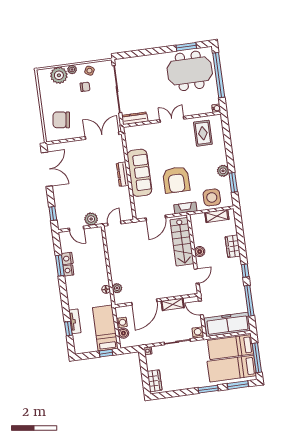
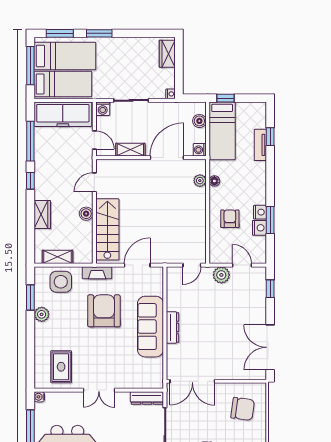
armchair: (90, 262) -> (230, 219), added
washing machine: (122, 322) -> (200, 150), moved

